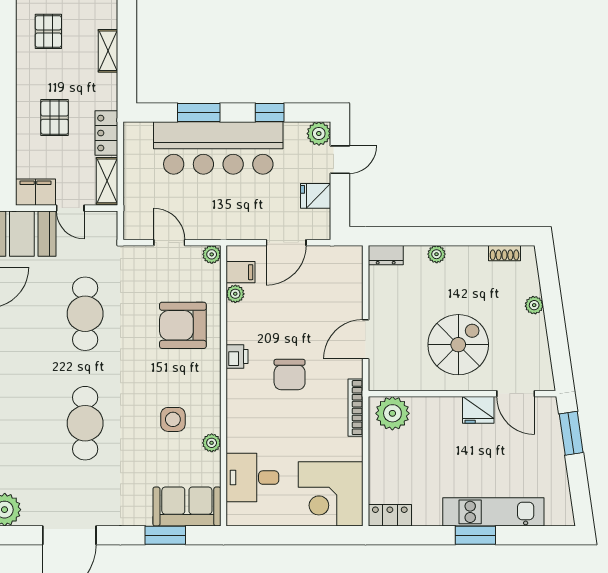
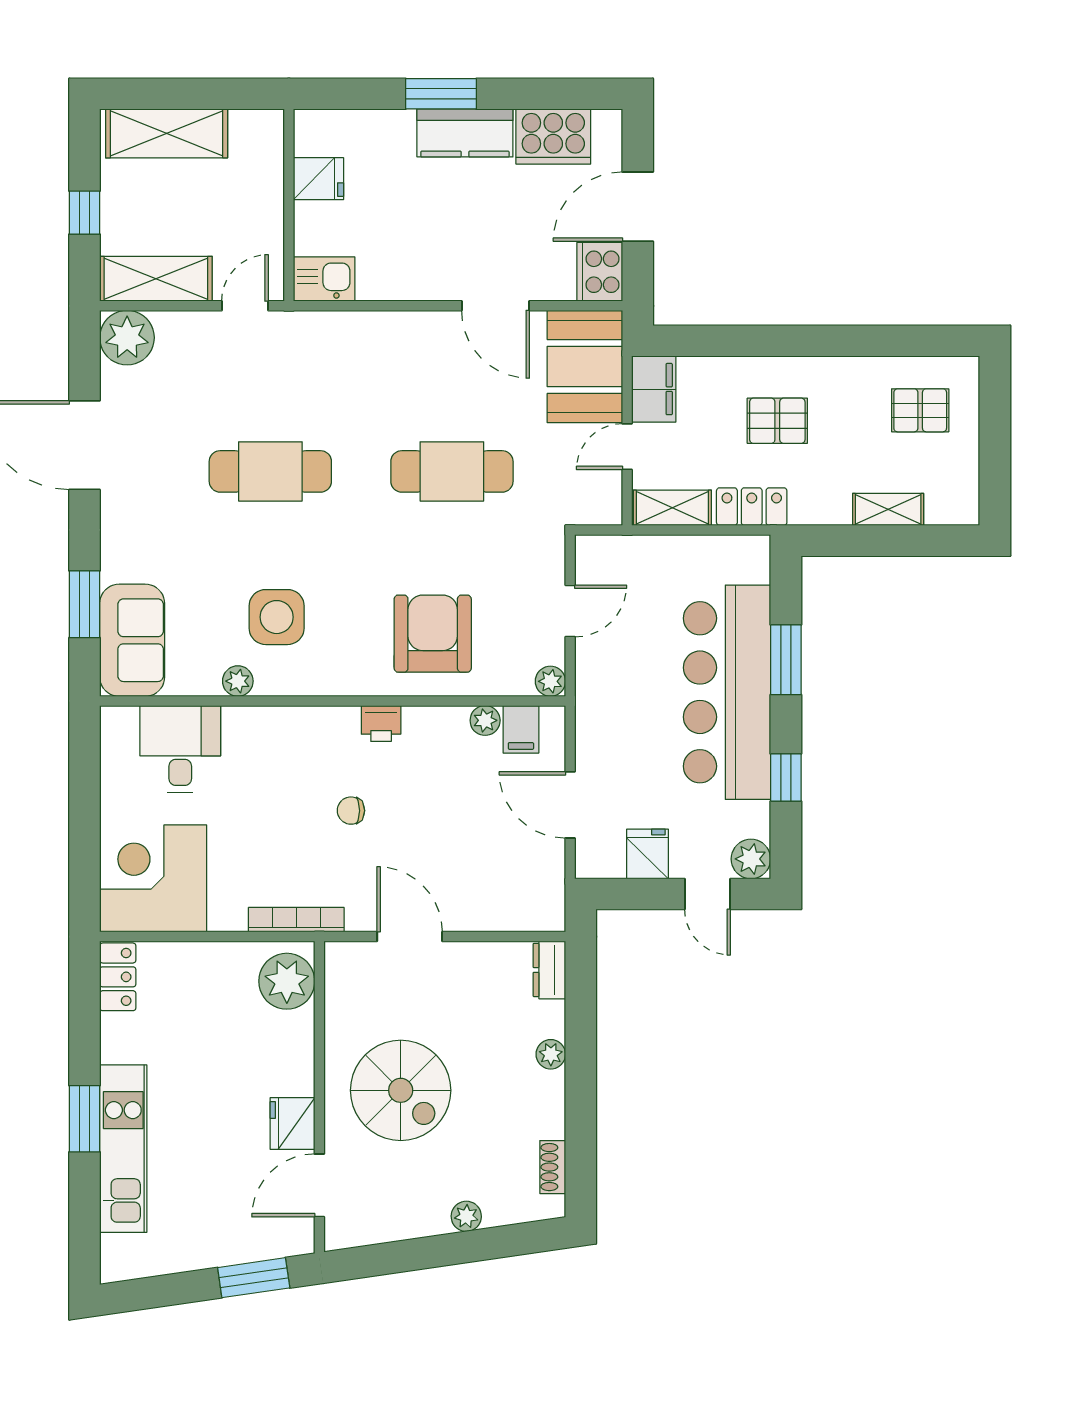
chair: (290, 375) -> (351, 811), width x0.54, depth x0.54
side table: (173, 419) -> (277, 617), width x1.37, depth x1.37

